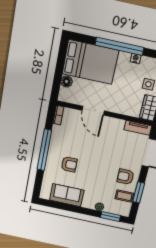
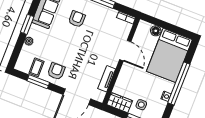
door: (93, 111) -> (125, 51), swing flipped
tv unit: (138, 128) -> (107, 79), moved
armchair: (69, 164) -> (77, 19), turned 180
window: (111, 216) -> (27, 24), moved

